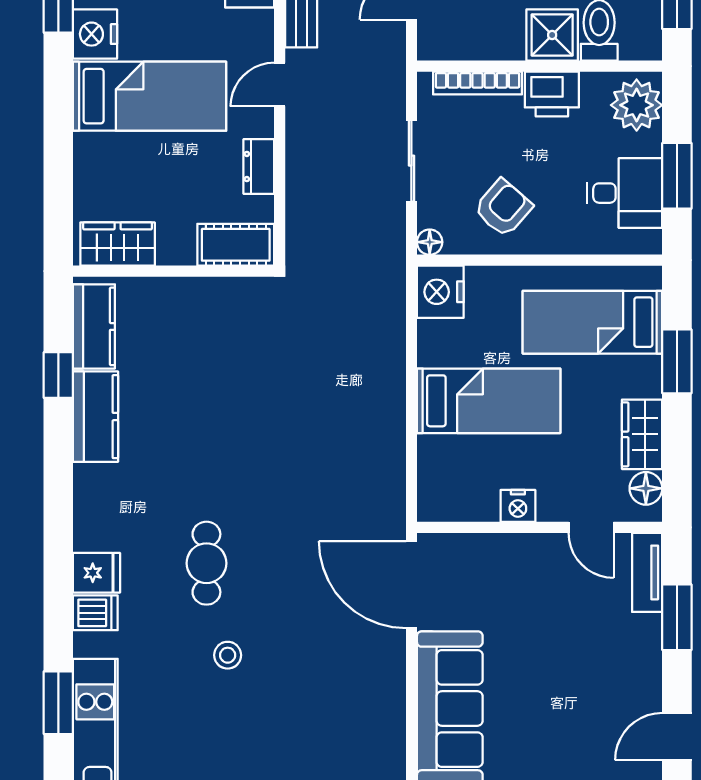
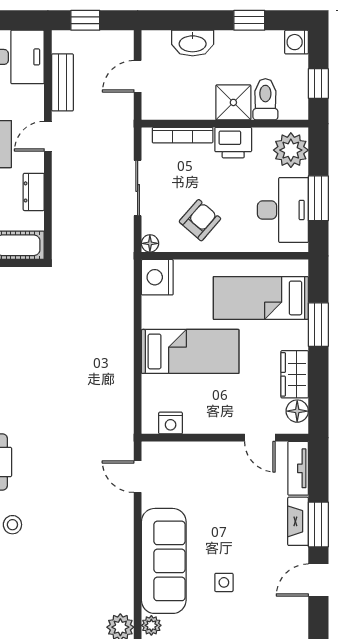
desk: (625, 193) -> (283, 210), width x1.37
nightstand: (518, 506) -> (171, 423), moved
door: (411, 585) -> (138, 477), width x0.53
window: (677, 617) -> (318, 524), moved
fireplace: (647, 650) -> (298, 521), added
side table: (538, 740) -> (224, 582), added

